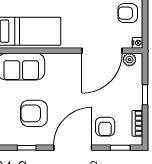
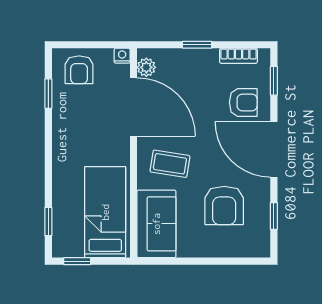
coffee table: (63, 76) -> (170, 164), added

